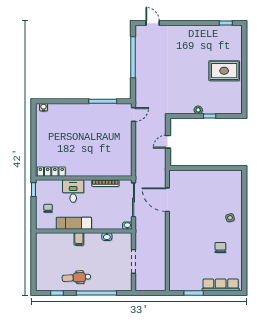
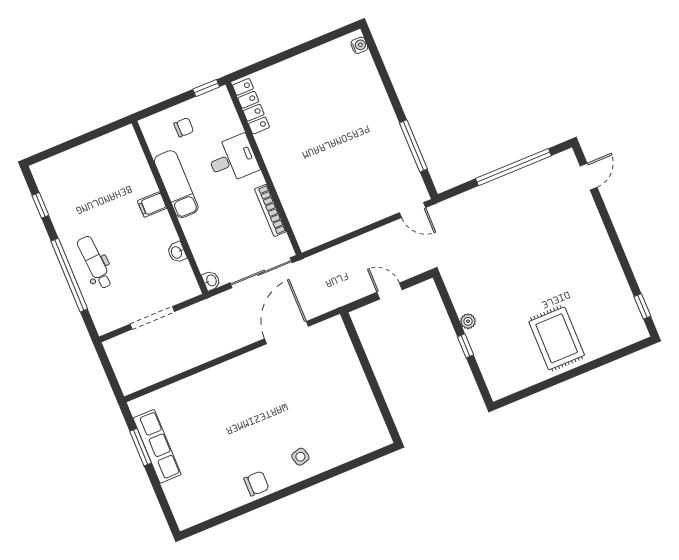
chair: (220, 248) -> (256, 484), moved
dental chair: (76, 277) -> (95, 262), moved
row of seats: (221, 285) -> (157, 446), moved

